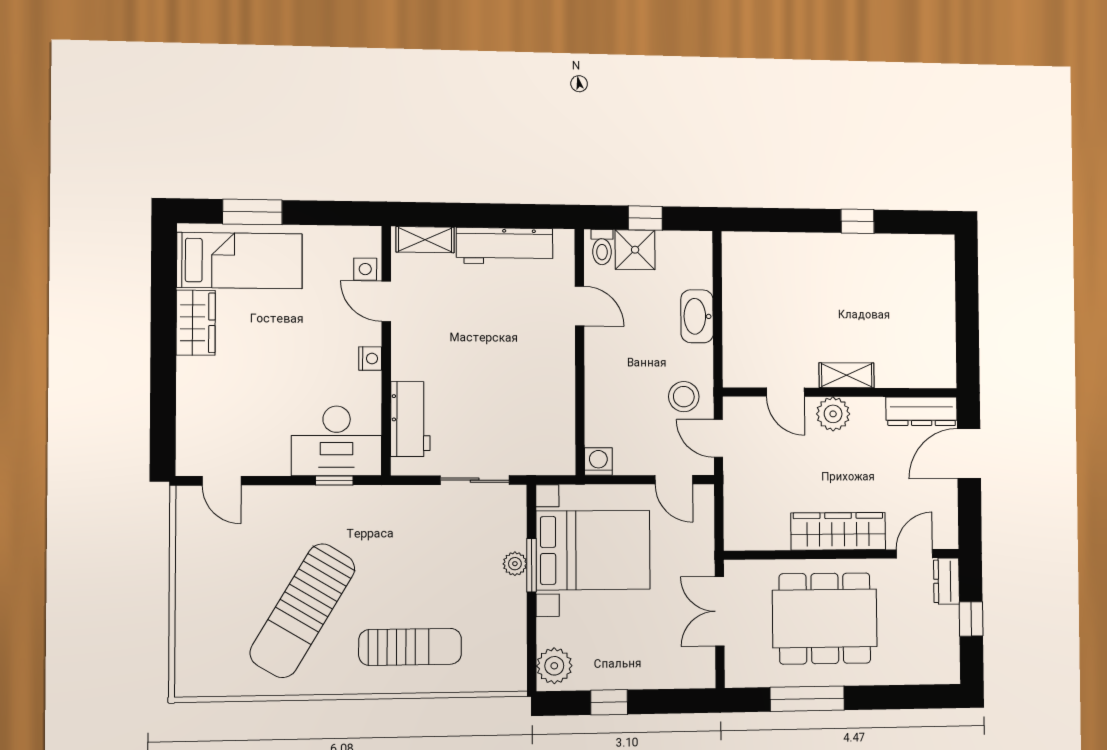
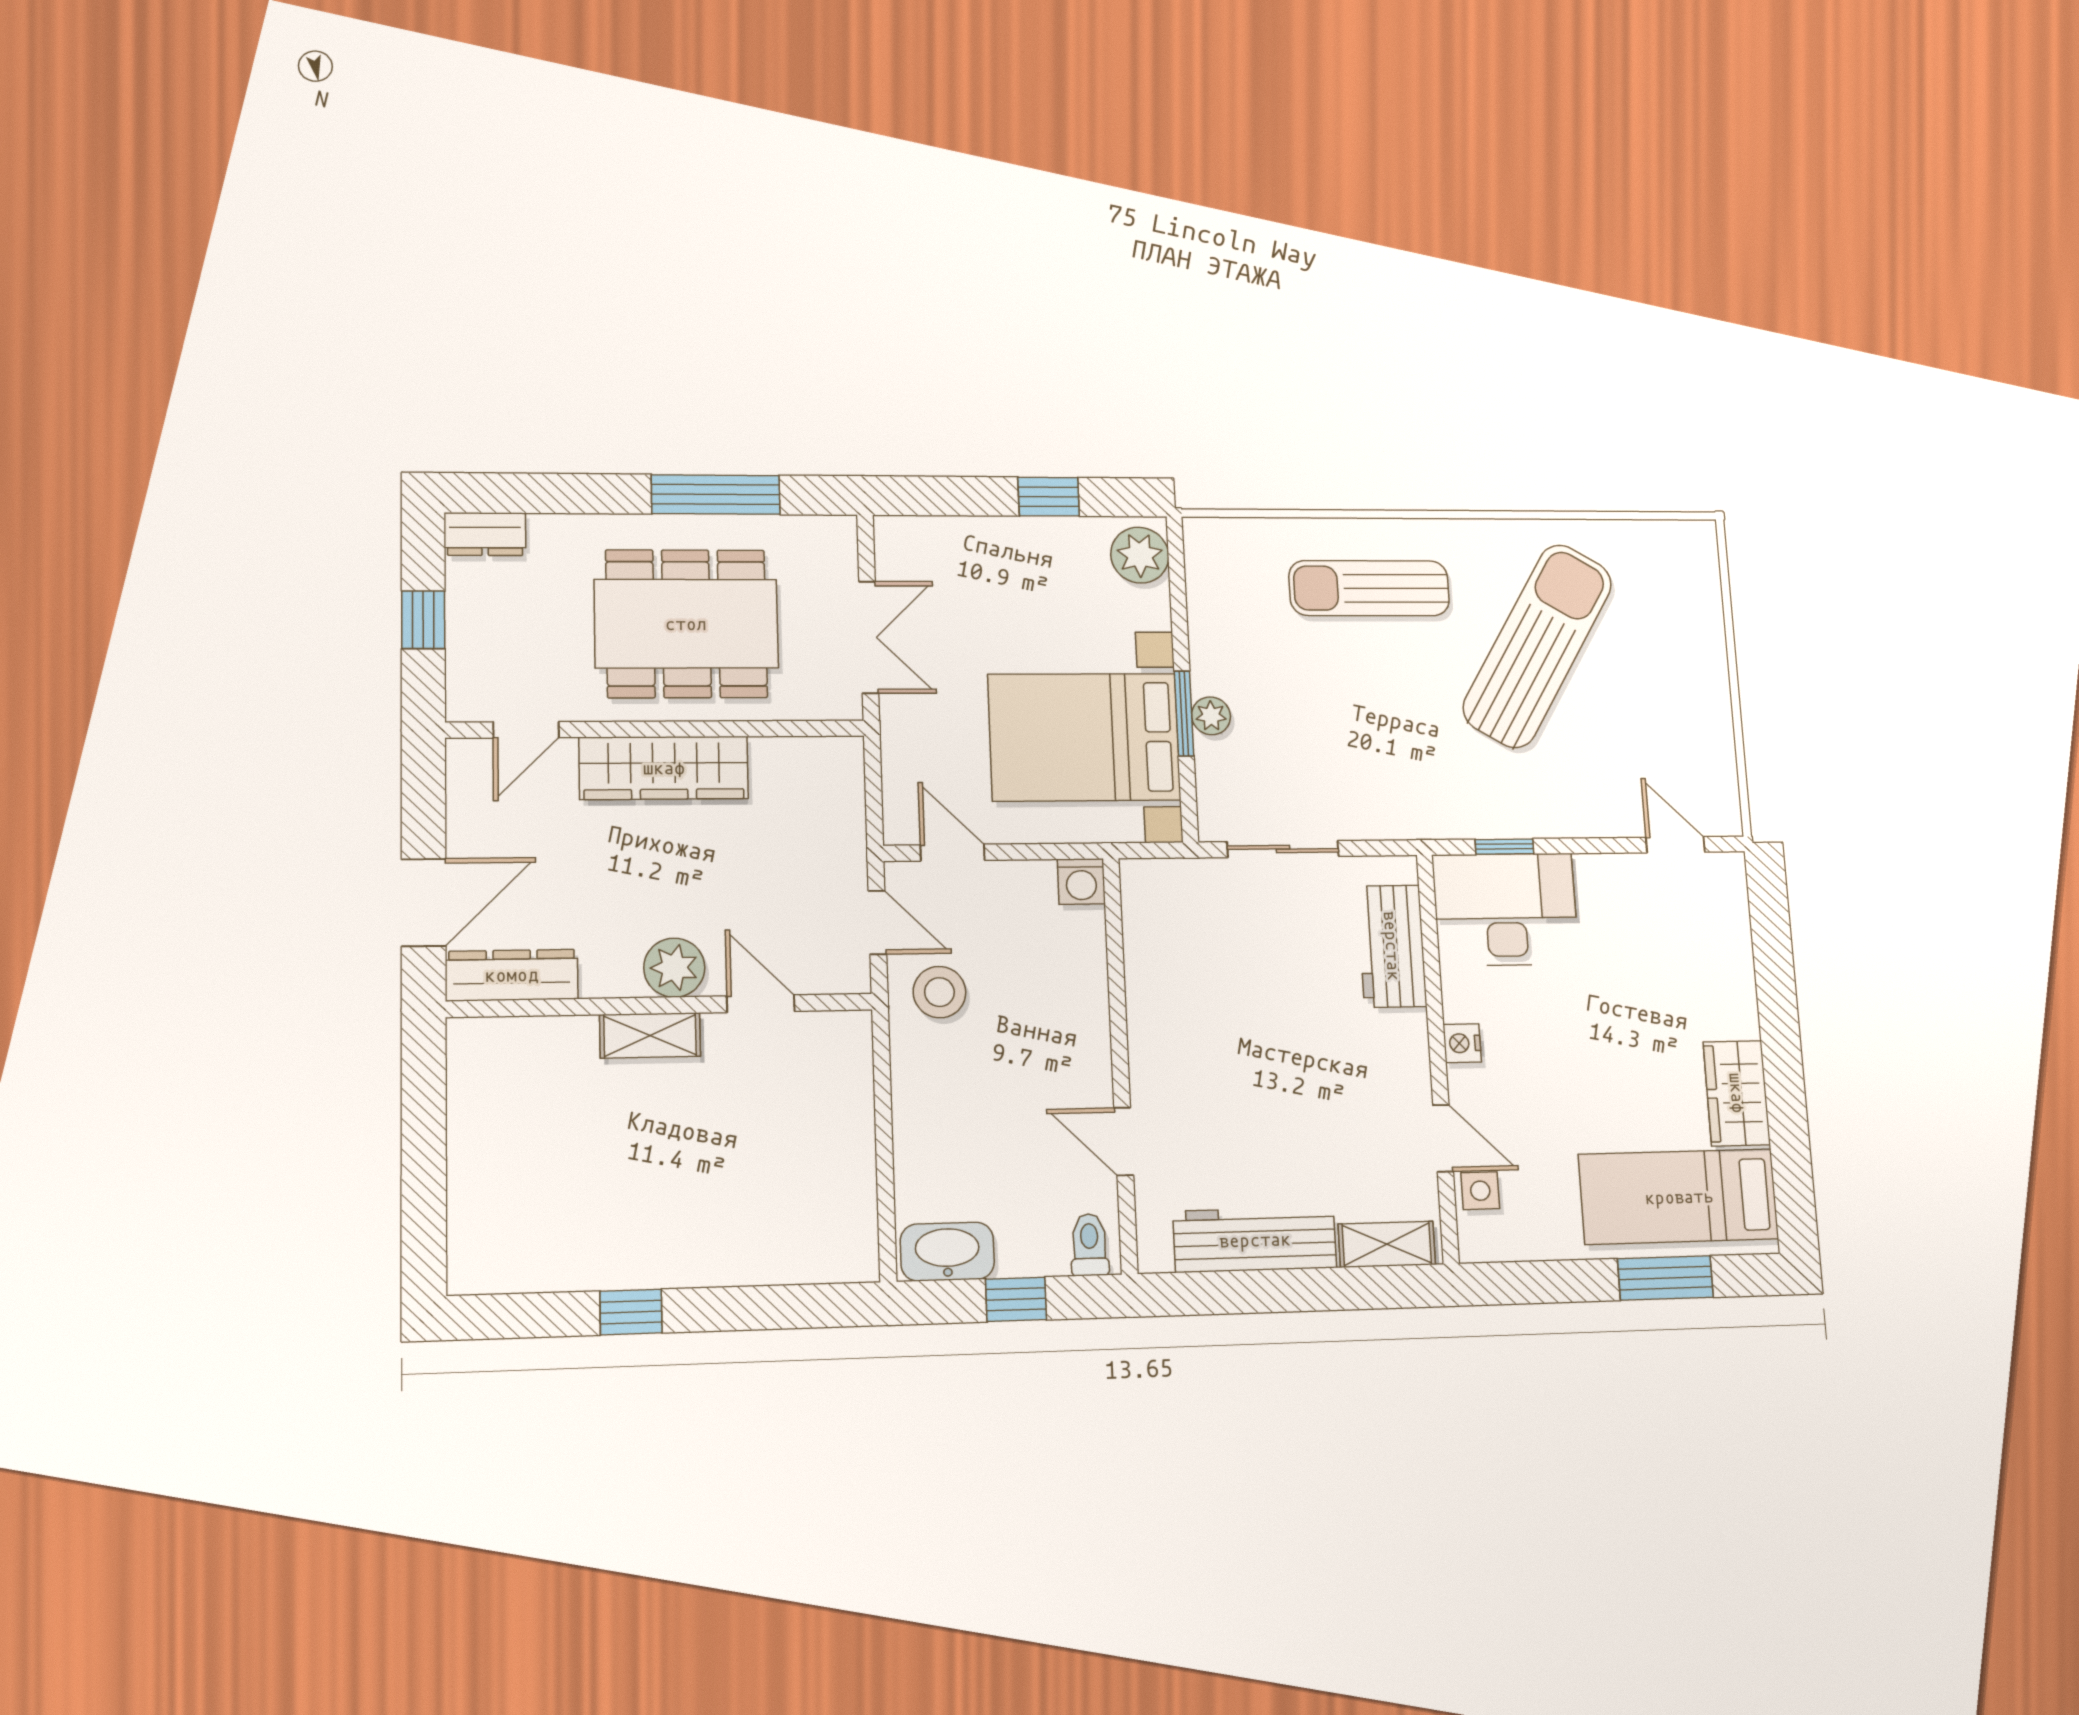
shower: (635, 250) -> (1032, 1243), removed
washbasin: (697, 316) -> (947, 1252), moved, turned -90
dresser: (946, 581) -> (485, 534), moved, turned 90

